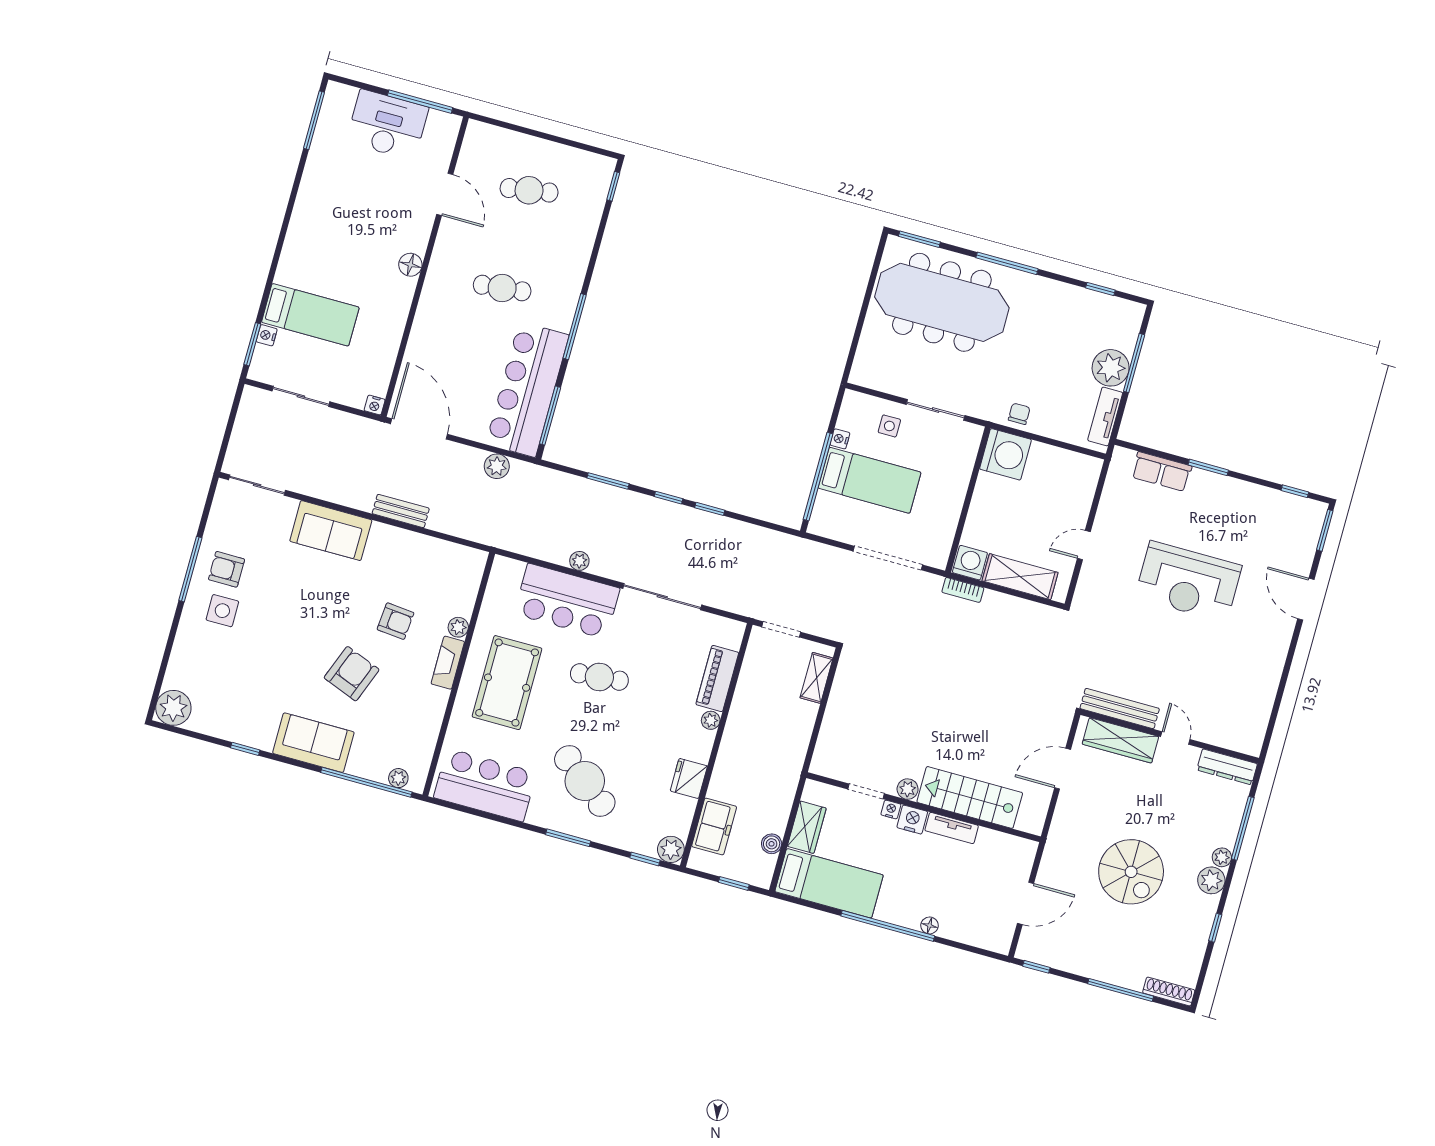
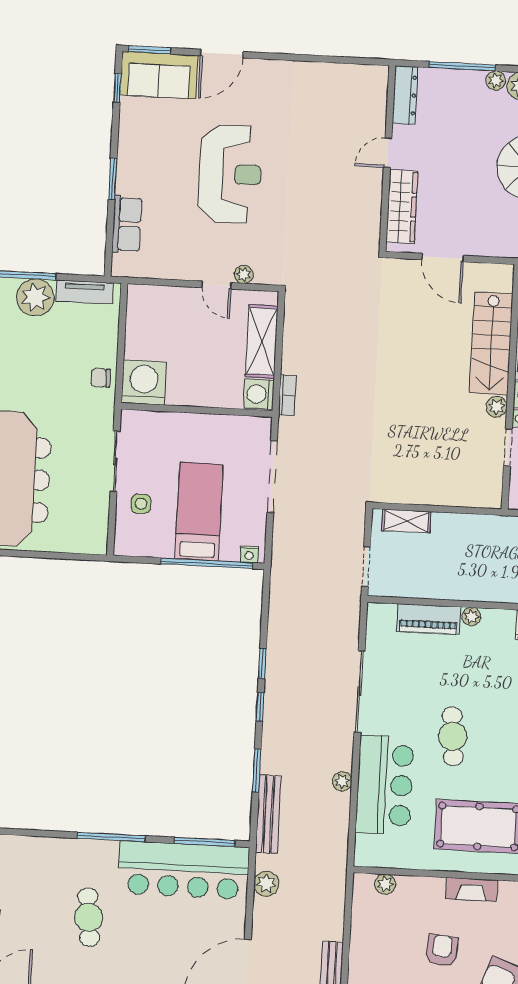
nightstand: (840, 439) -> (249, 554), moved
sofa: (1298, 534) -> (159, 75), added
plant: (1089, 573) -> (244, 274), added
plant: (458, 627) -> (385, 884), moved
bench: (1120, 708) -> (268, 814), moved

